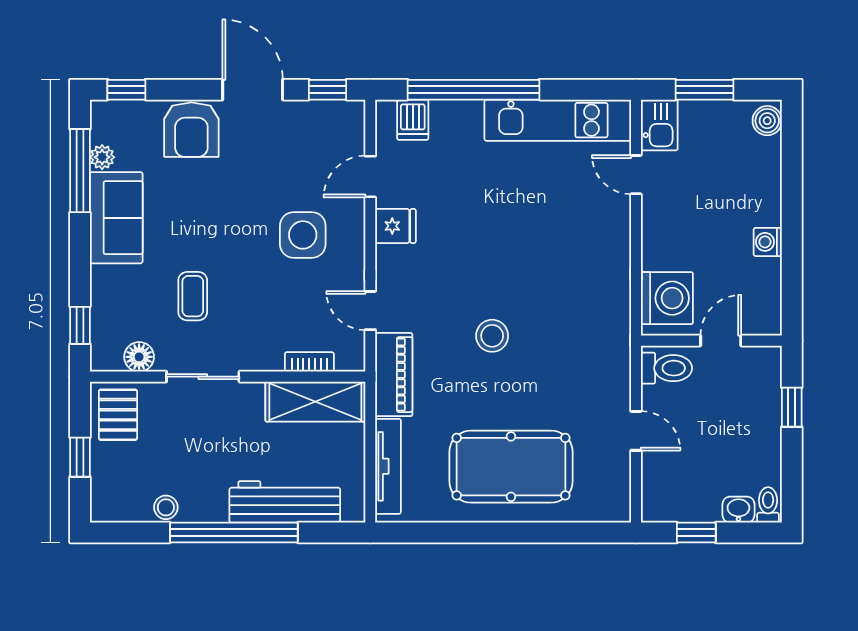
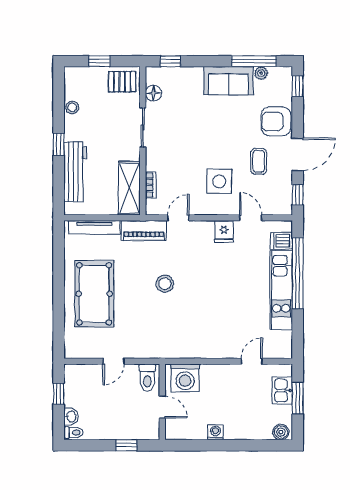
kitchen unit: (558, 120) -> (281, 290), moved
kitchen sink: (659, 125) -> (282, 390), moved, turned 90
coffee table: (193, 296) -> (259, 161), moved, turned 90
window: (234, 532) -> (59, 144), width x0.32

